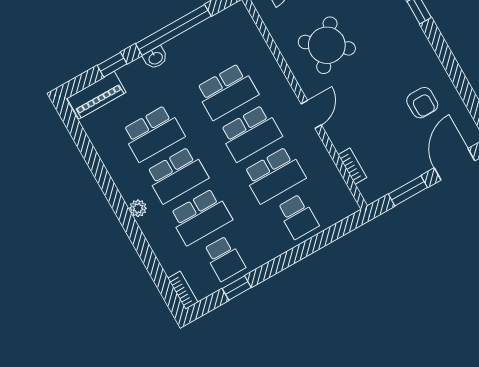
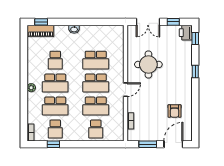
window: (173, 30) -> (88, 22), removed
round table: (327, 45) -> (148, 64), turned -38
window: (112, 65) -> (41, 22), moved
school desk: (153, 133) -> (55, 60), width x0.54

